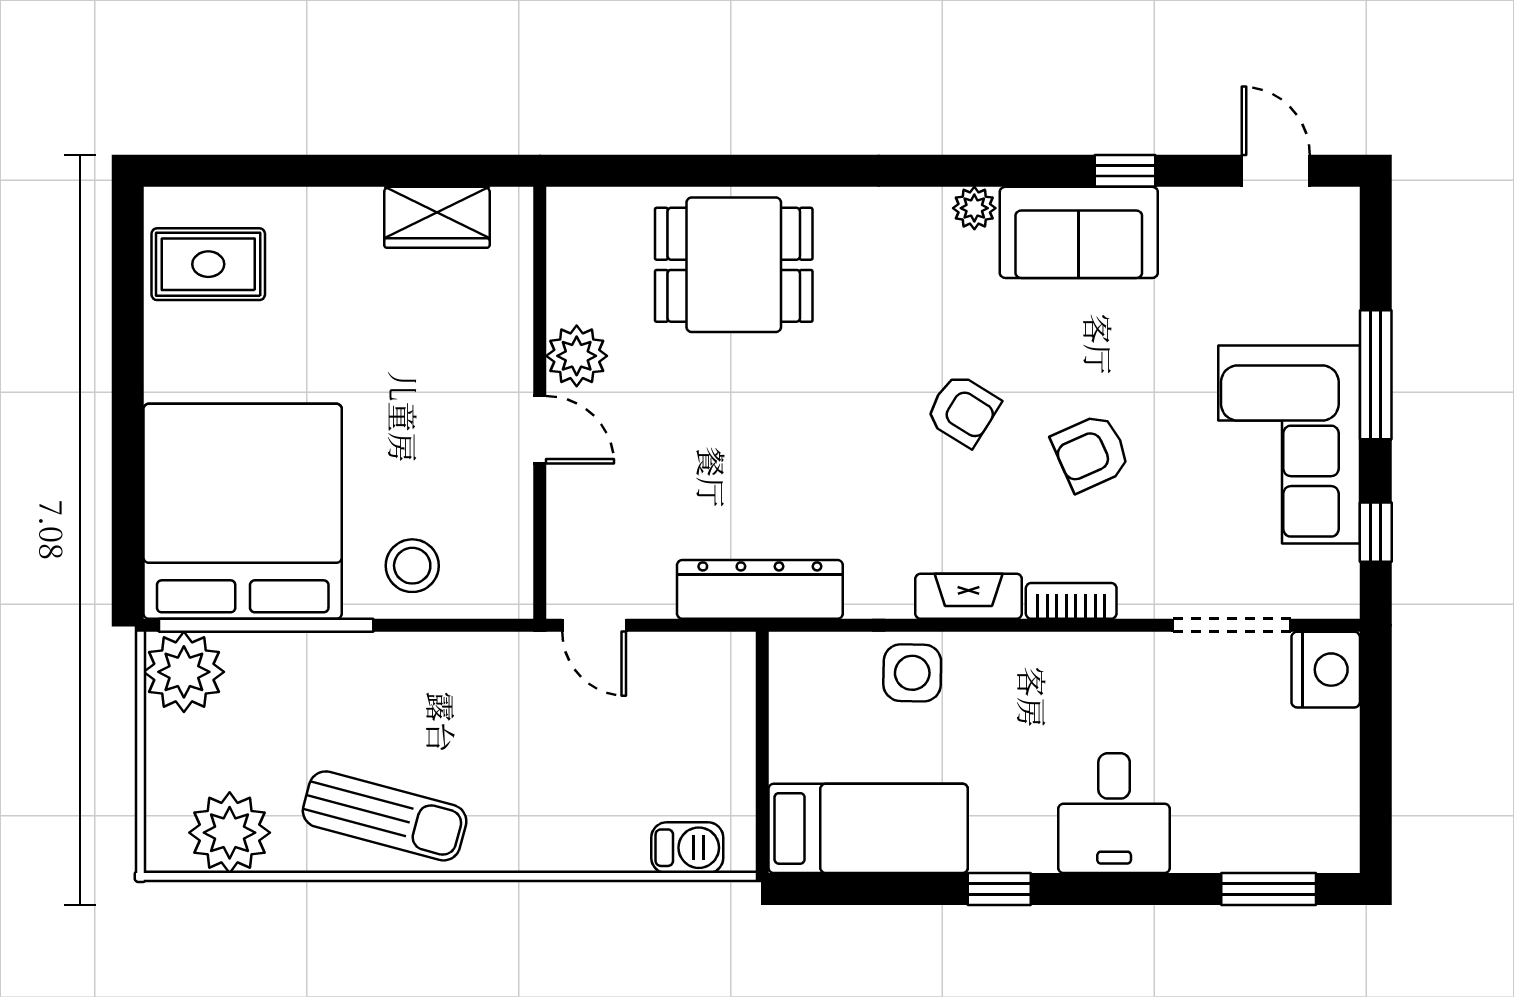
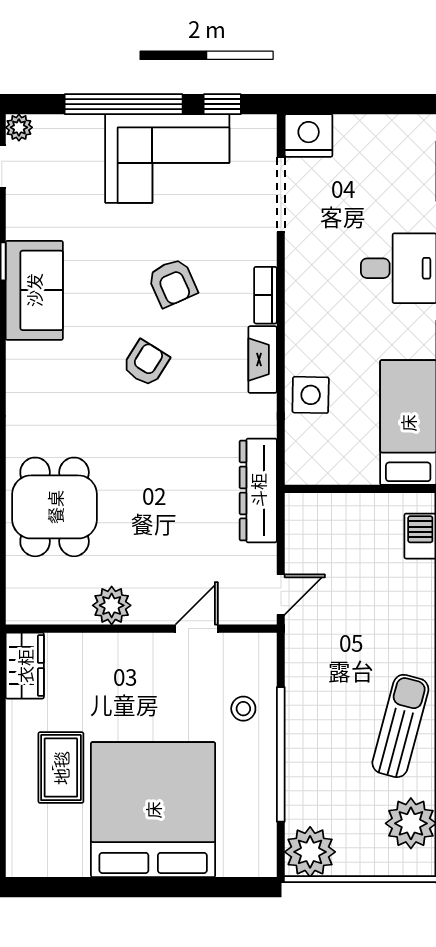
plant: (974, 208) -> (19, 127), moved
wardrobe: (437, 217) -> (25, 666), moved
rug: (208, 264) -> (61, 768), moved
window: (1376, 375) -> (124, 104), width x1.46
door: (540, 430) -> (197, 629), moved
bed: (243, 511) -> (153, 810), moved, turned 90
stool: (412, 566) -> (243, 709), width x0.73, depth x0.73
window: (266, 625) -> (281, 754), moved

